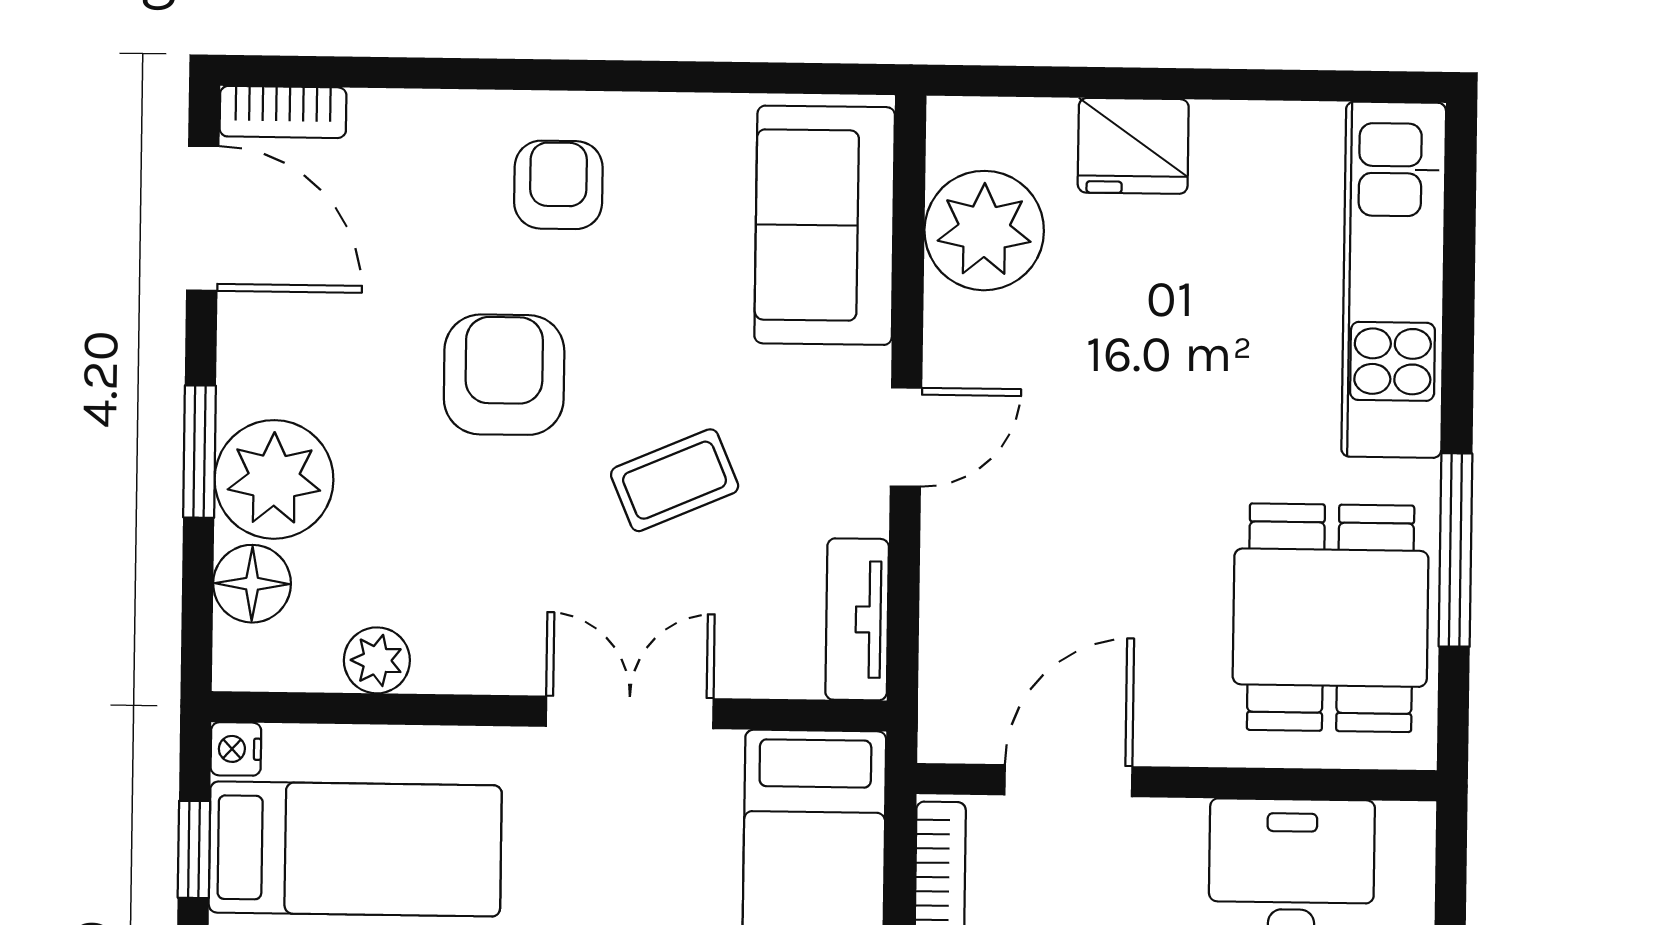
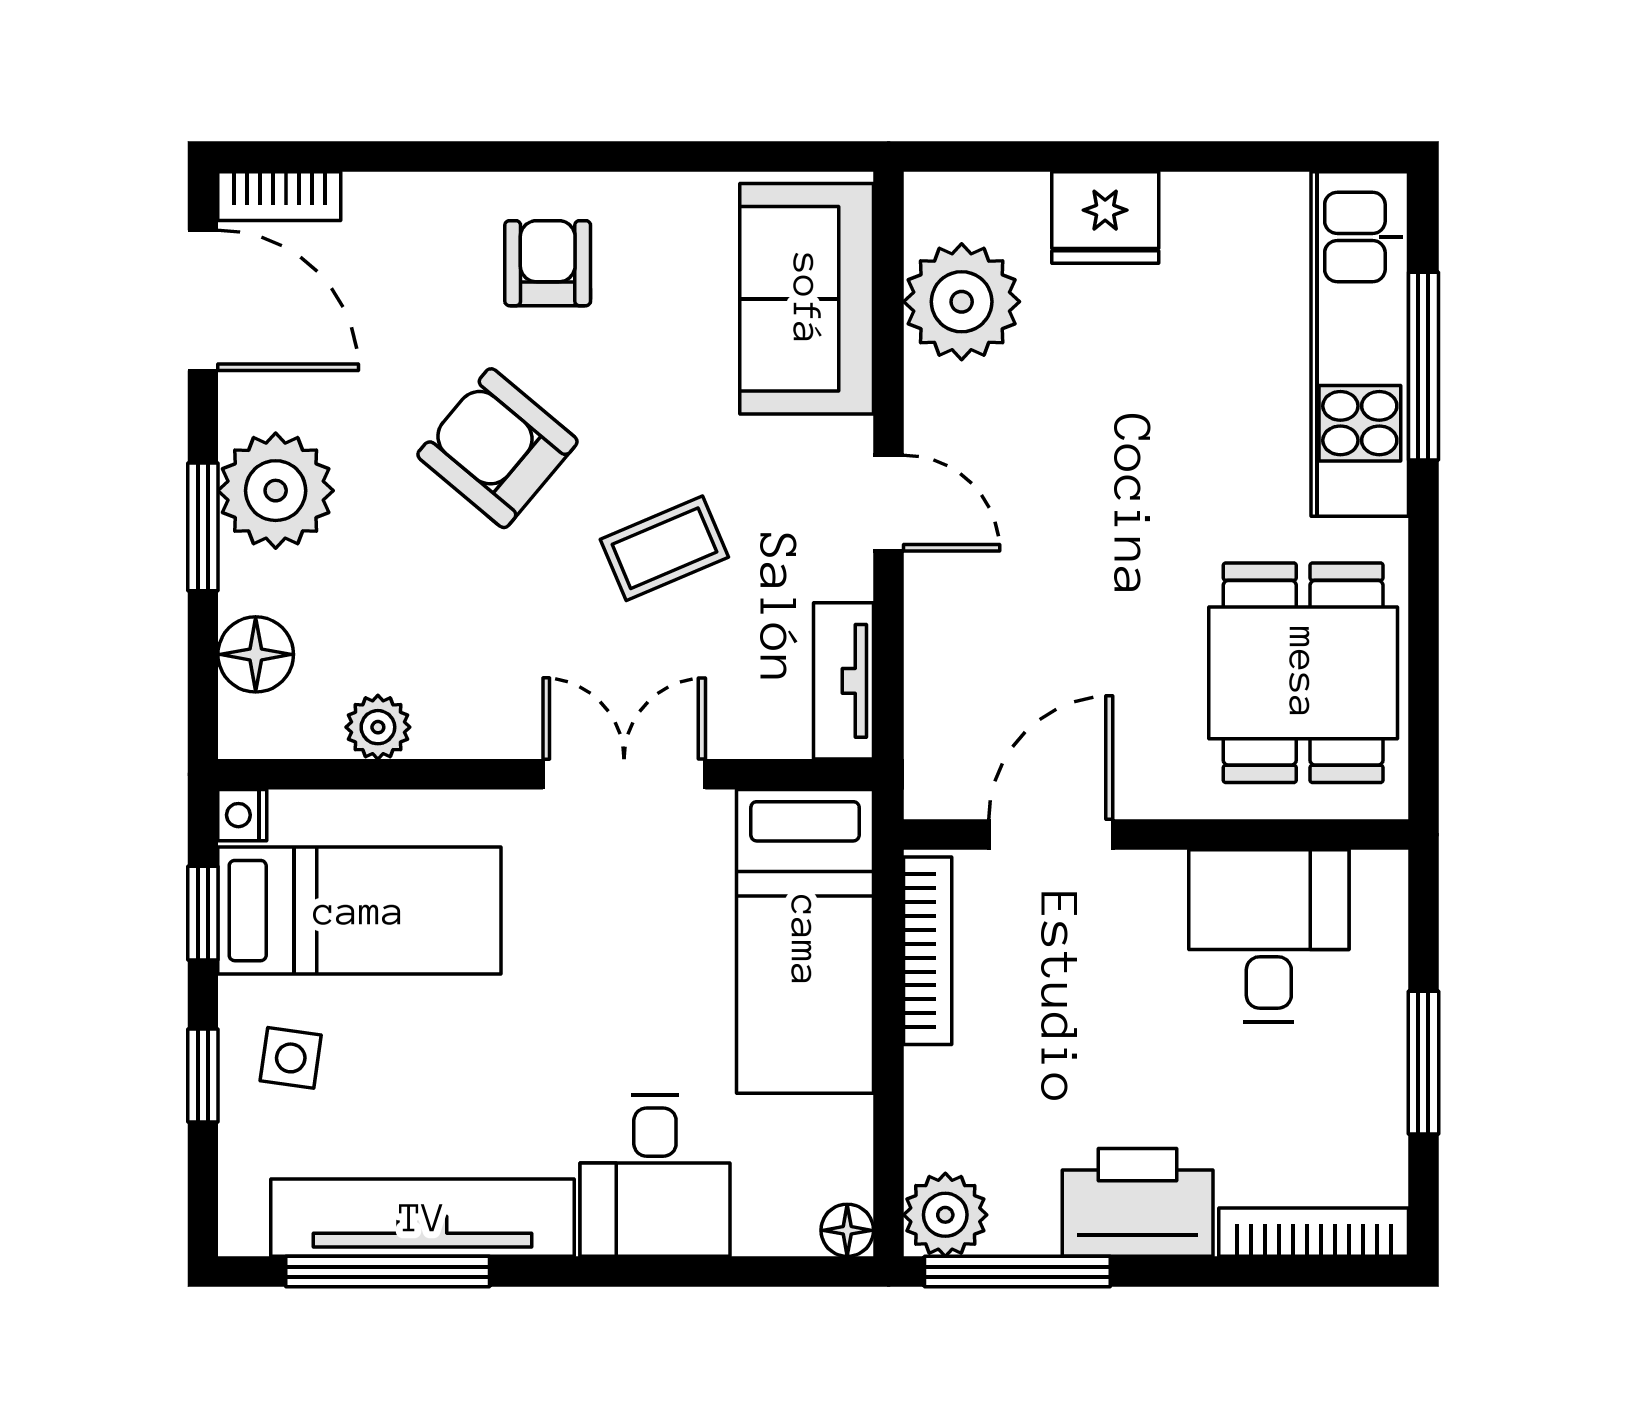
armchair: (504, 375) -> (497, 448), turned -50
door: (906, 437) -> (889, 503), hinge flipped
plant: (274, 479) -> (276, 491), moved
window: (1455, 550) -> (1423, 366), moved

